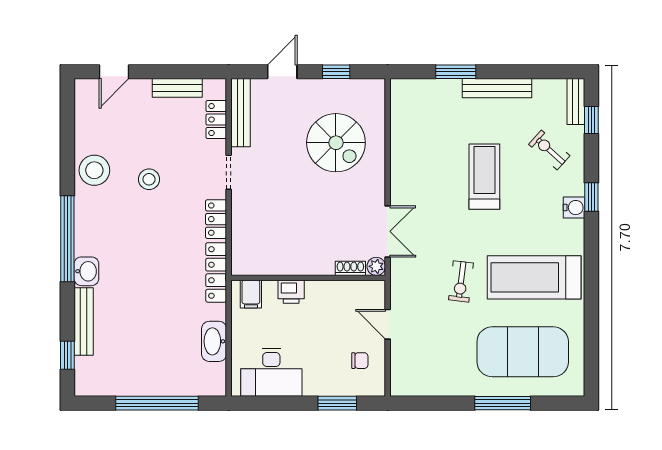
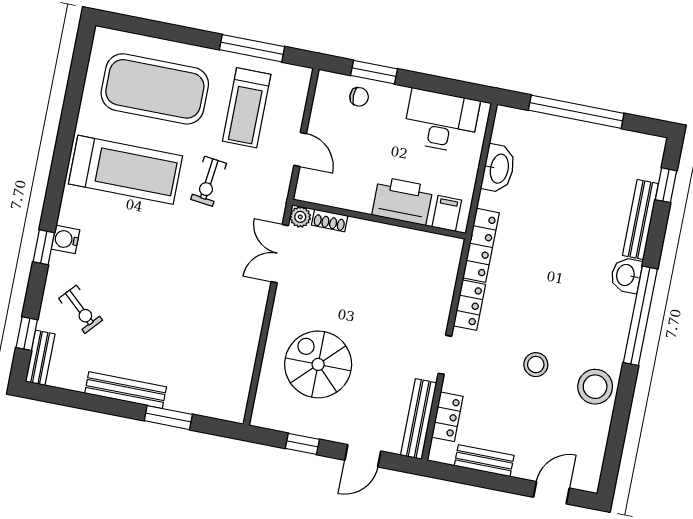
treadmill: (484, 177) -> (247, 108), moved
exercise bike: (461, 281) -> (209, 181), turned 180
printer: (291, 292) -> (402, 201), width x1.87, depth x1.48
chair: (360, 361) -> (359, 97), moved, turned 180
window: (503, 403) -> (252, 48), moved

